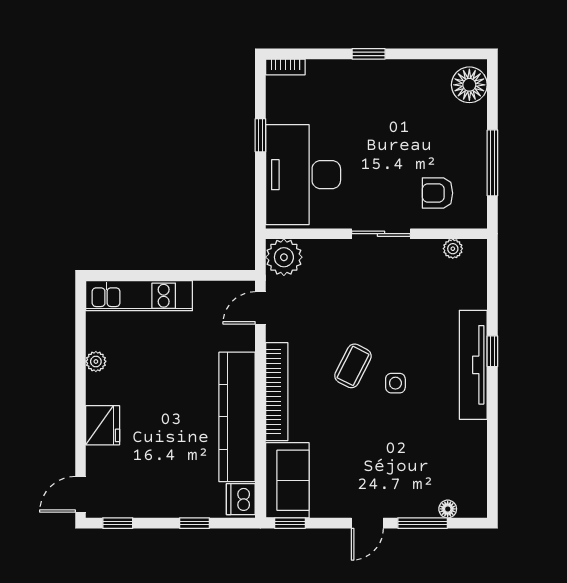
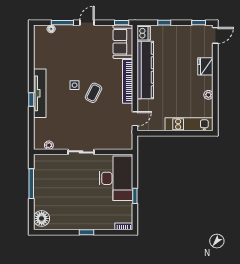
armchair: (438, 193) -> (56, 170), removed
plant: (284, 257) -> (124, 141), removed

